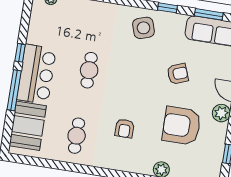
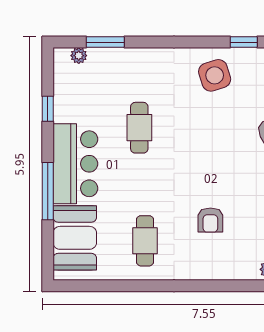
window: (20, 53) -> (48, 109), moved
cafe table: (89, 70) -> (139, 128), moved

